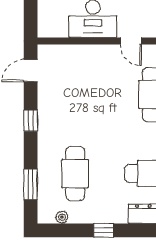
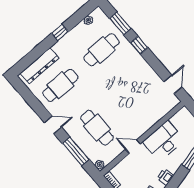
window: (31, 121) -> (139, 45), moved
cafe table: (75, 173) -> (102, 50), turned 90

